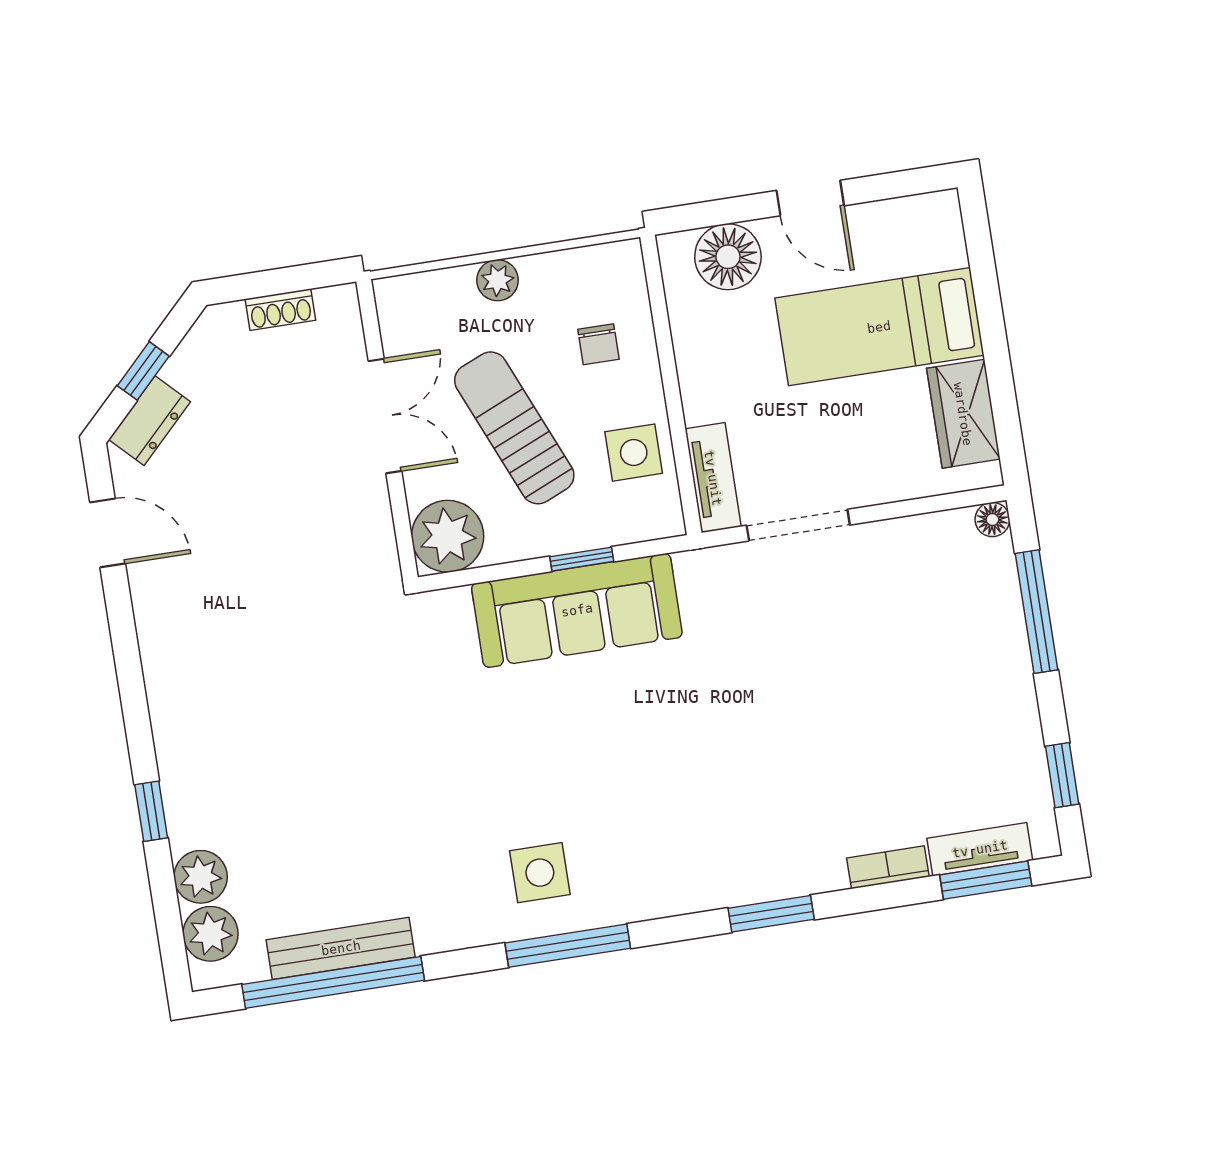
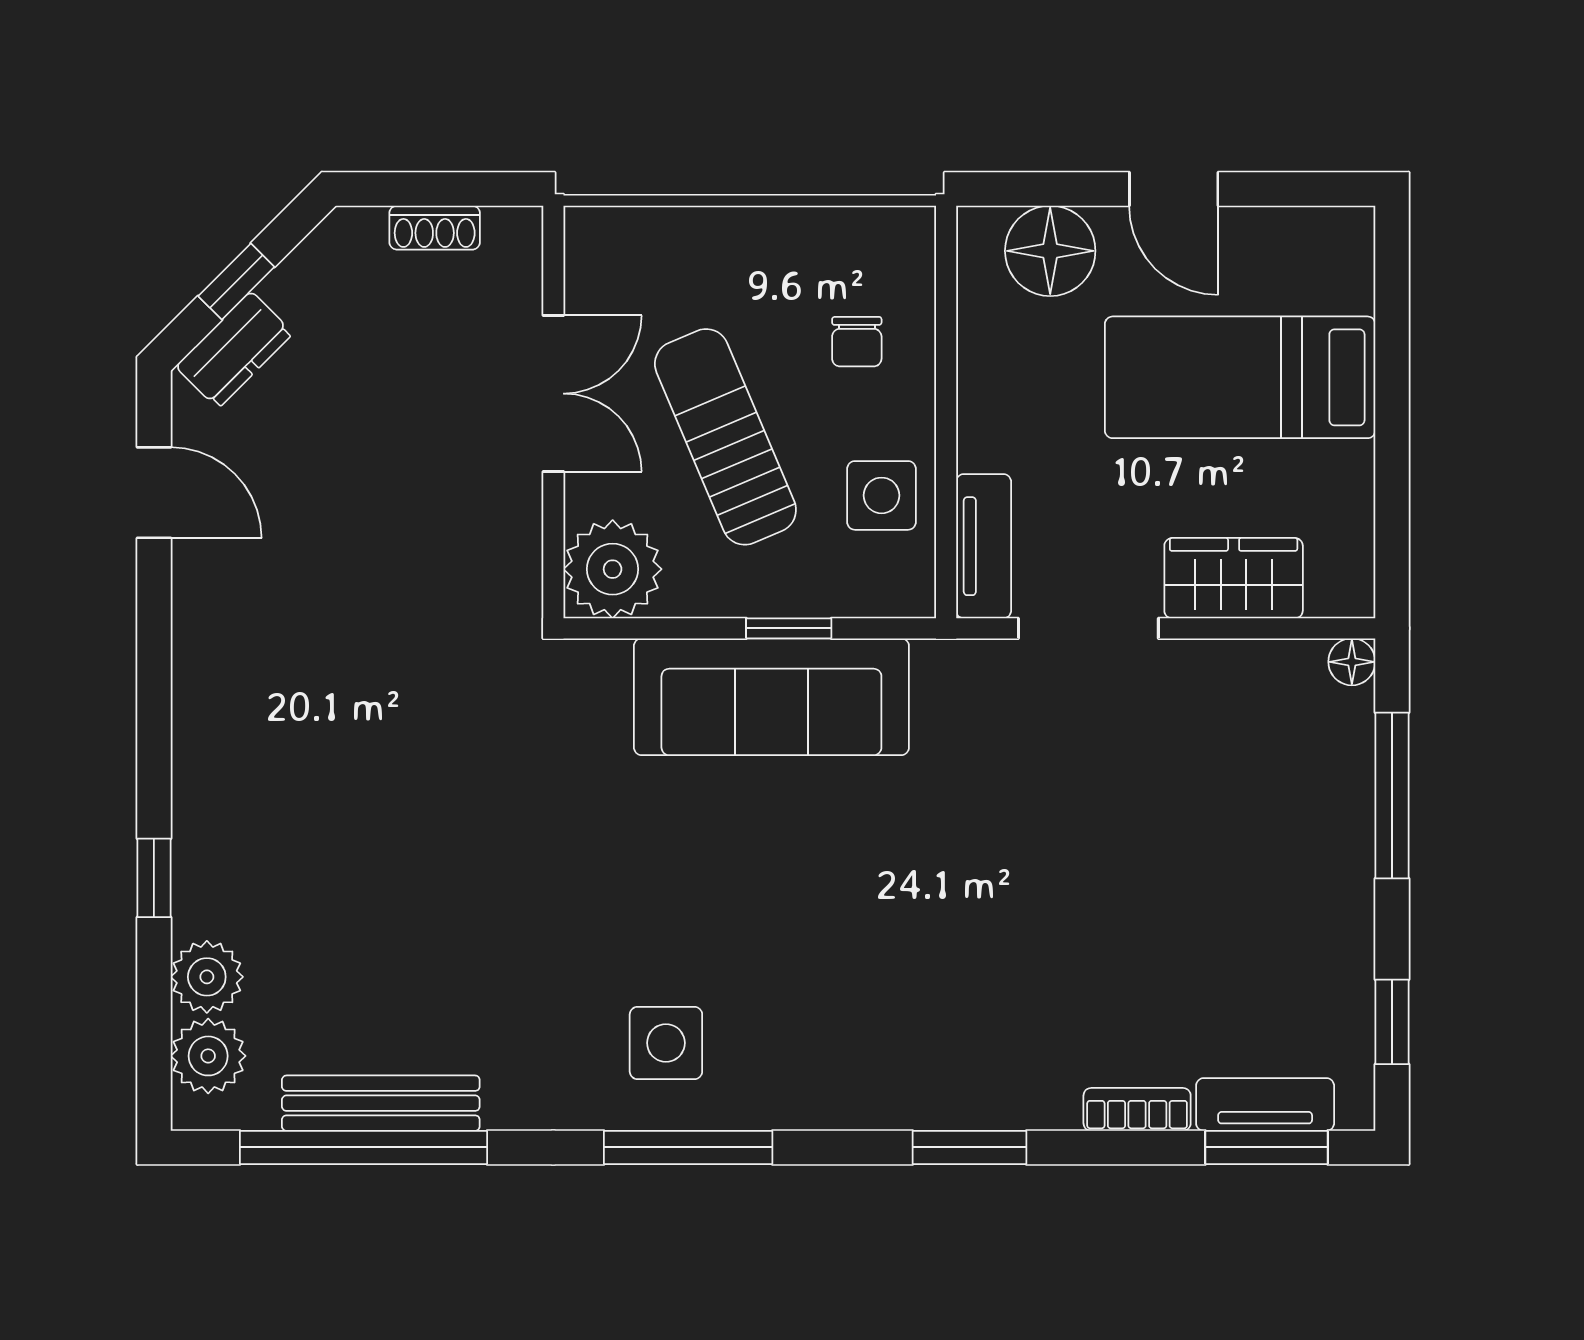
plant: (498, 280) -> (734, 234), removed
wardrobe: (963, 414) -> (1234, 578), moved, turned 90

